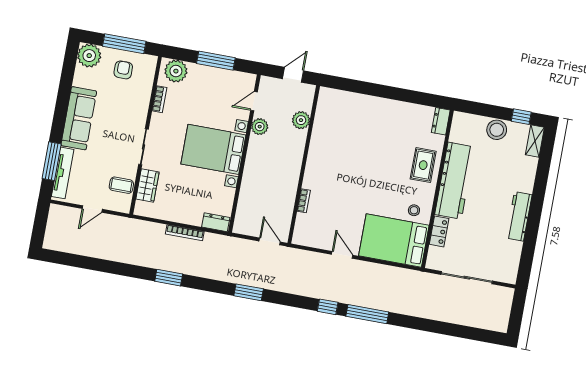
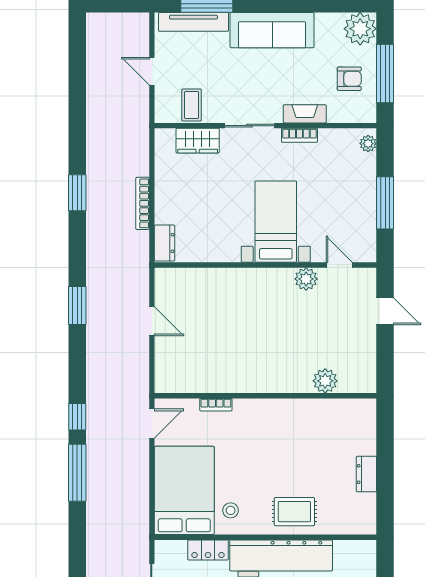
plant: (176, 71) -> (368, 144), width x0.53, depth x0.53
bookcase: (159, 99) -> (299, 135), moved
fireplace: (142, 106) -> (305, 114), added
plant: (301, 120) -> (325, 381), moved
dresser: (441, 121) -> (366, 474), moved, turned -90
bed with nightstands: (213, 149) -> (276, 222), width x0.73
wall: (304, 164) -> (265, 396), moved
bookcase: (304, 201) -> (216, 405), moved
door: (270, 241) -> (152, 321), hinge flipped

